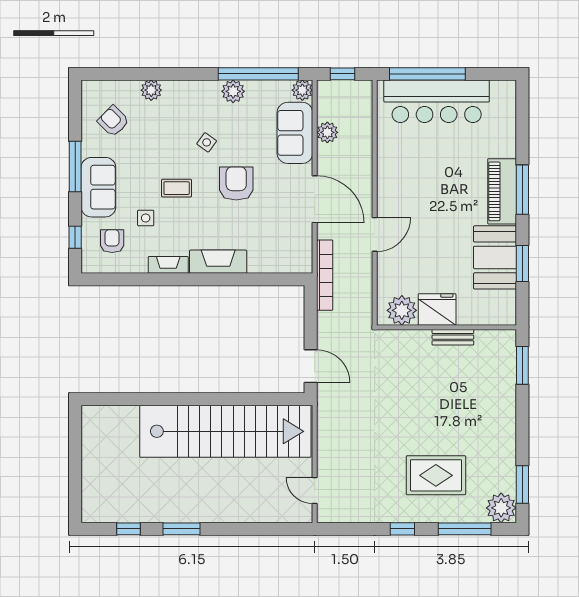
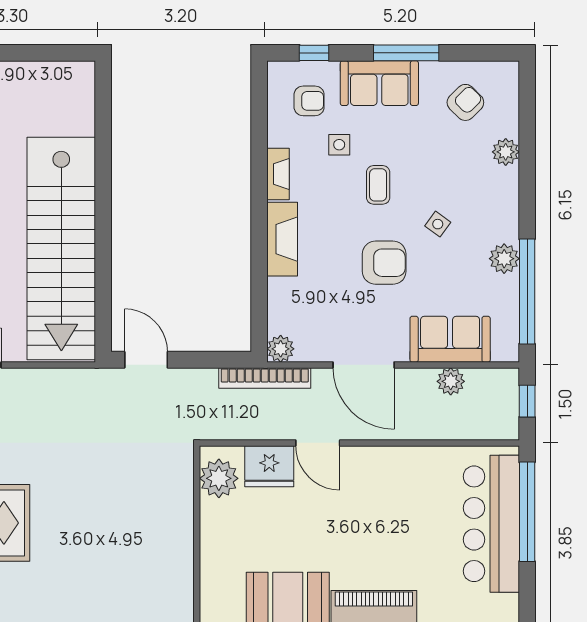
plant: (302, 90) -> (281, 349), moved
door: (315, 199) -> (364, 365), hinge flipped
fridge: (437, 309) -> (269, 466), moved, turned 90
bench: (453, 337) -> (184, 545), removed
door: (311, 366) -> (146, 360), swing flipped

